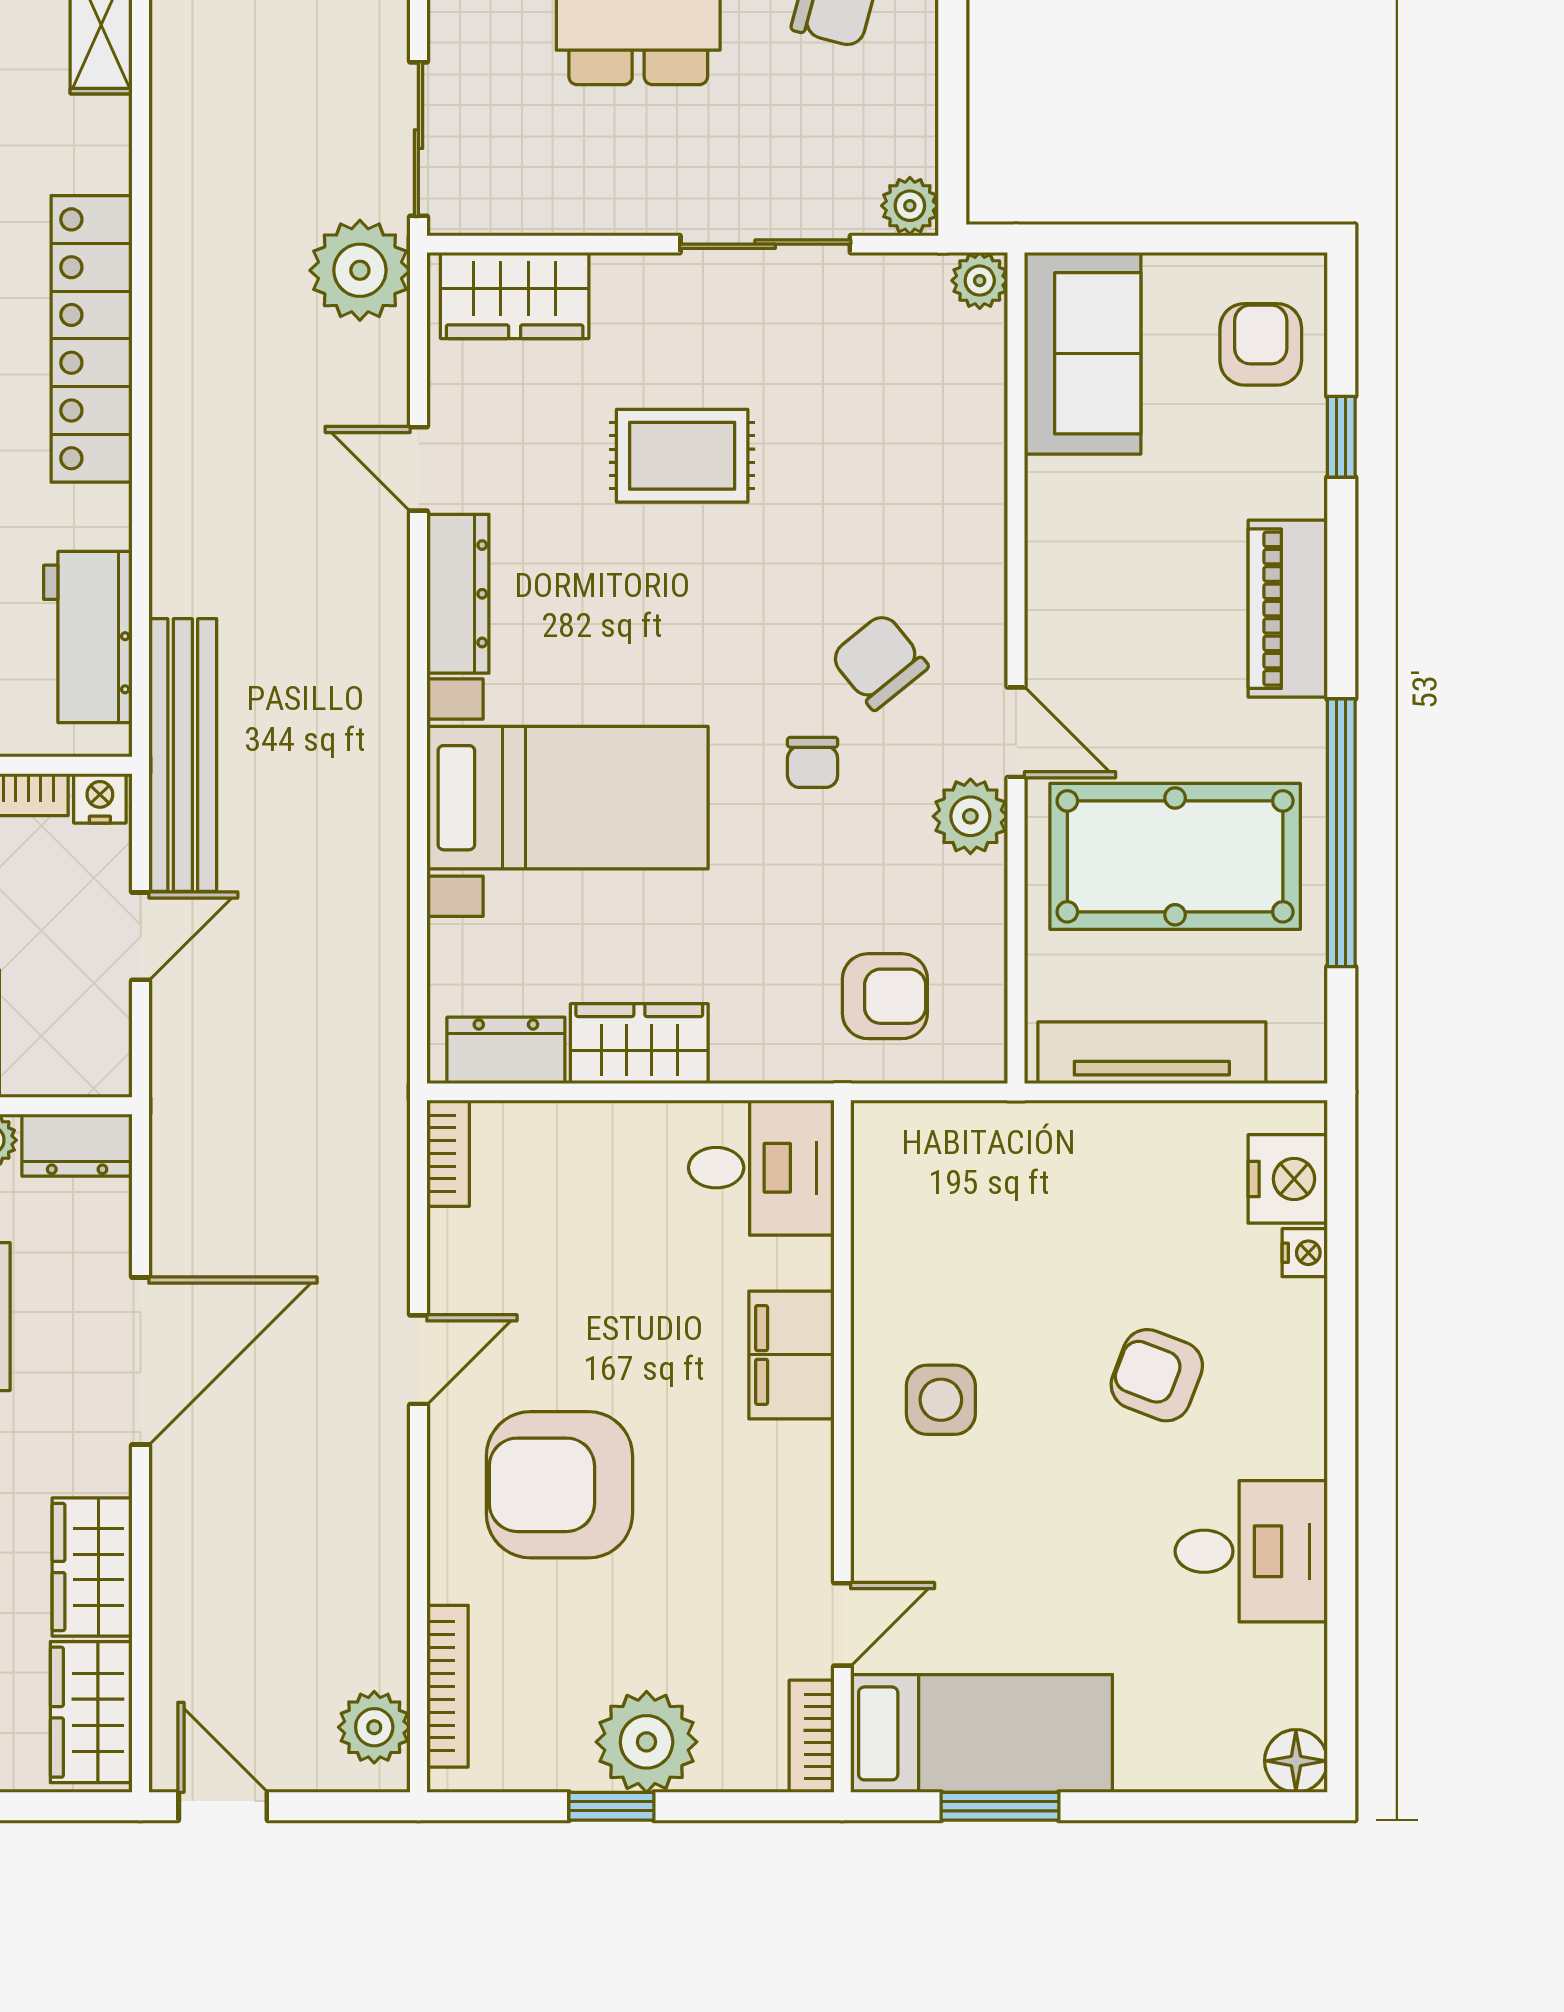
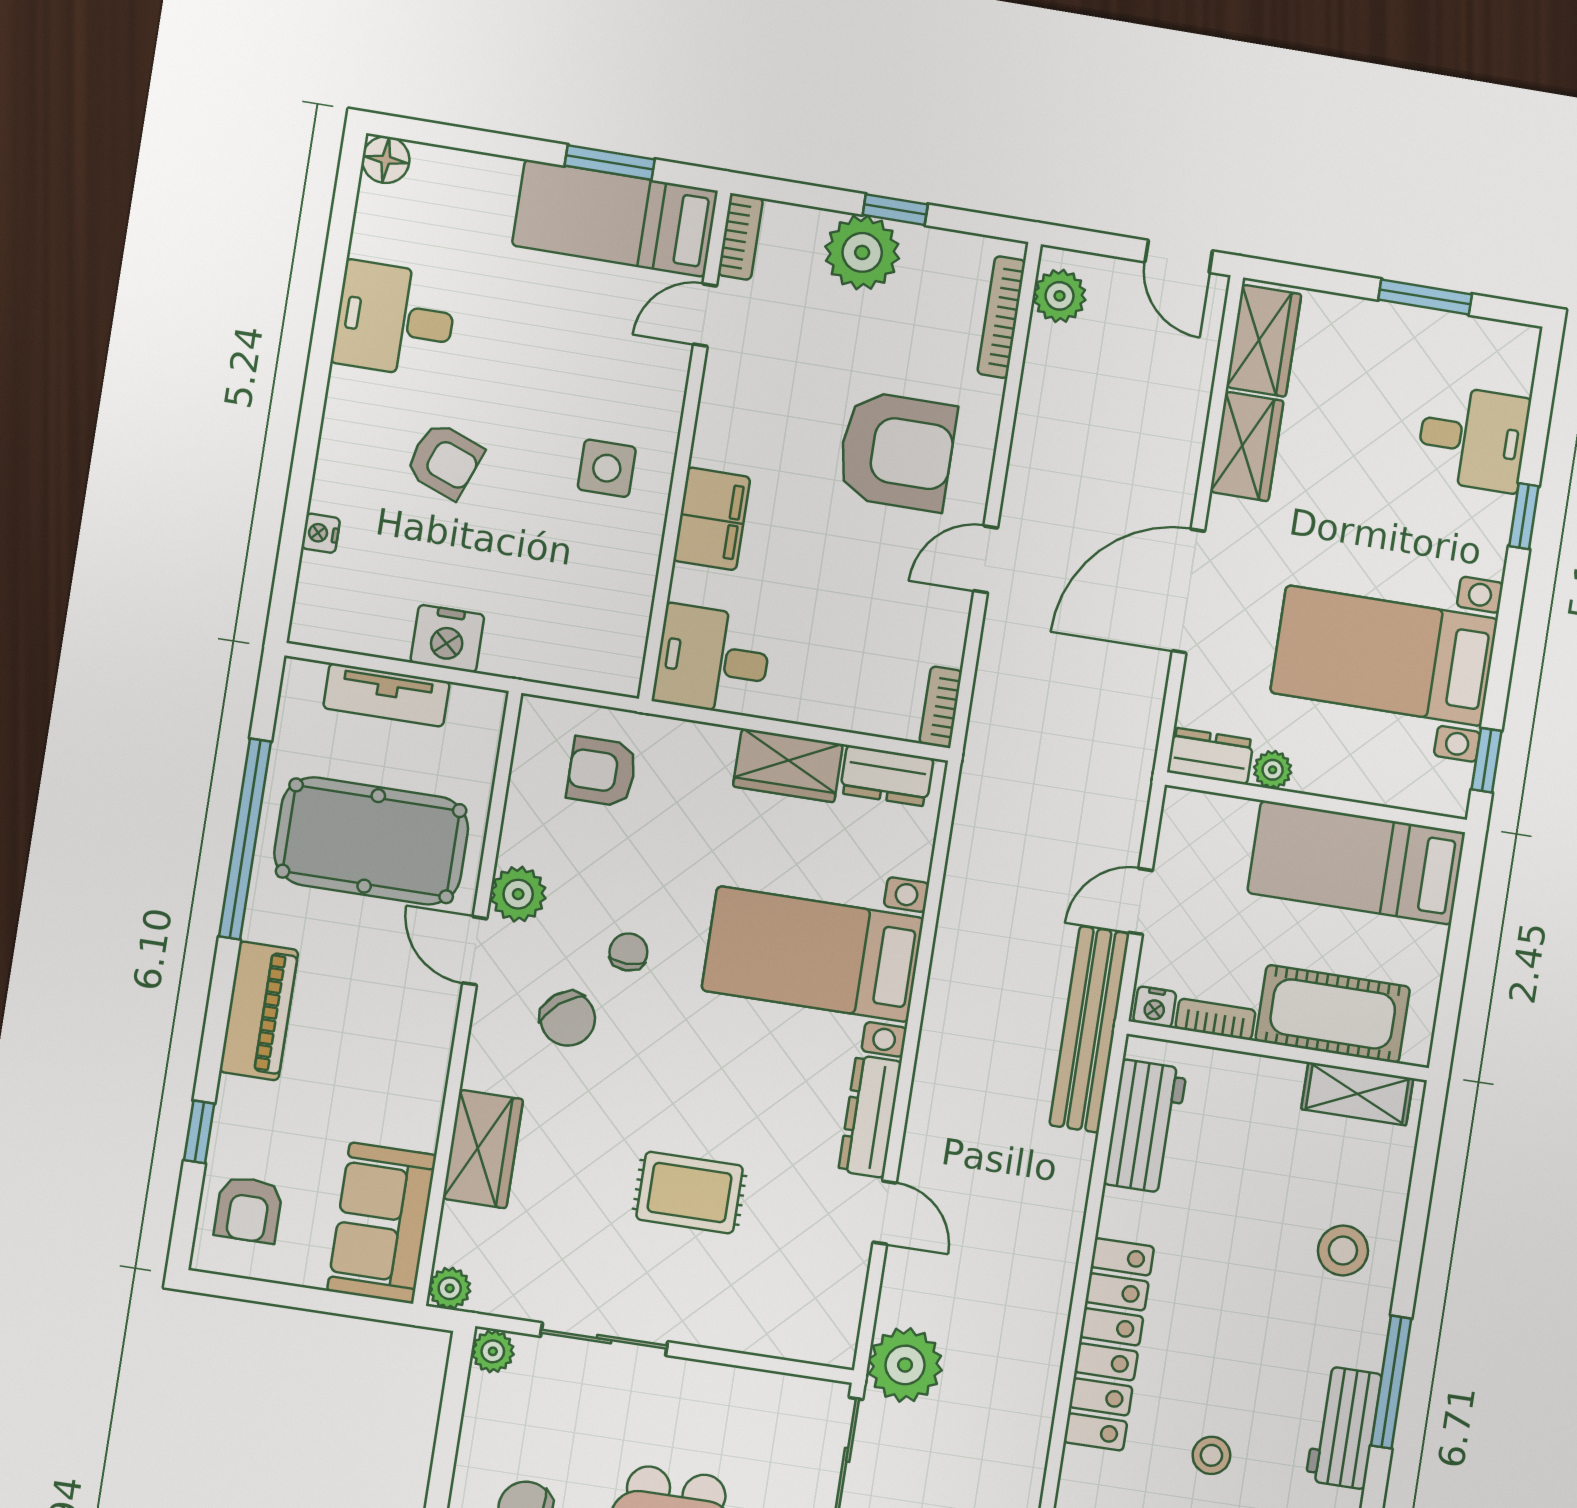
wardrobe: (515, 296) -> (483, 1149), moved, turned 90
tv unit: (1152, 1053) -> (386, 695), width x0.71
nightstand: (1288, 1179) -> (447, 639), moved, turned -90

